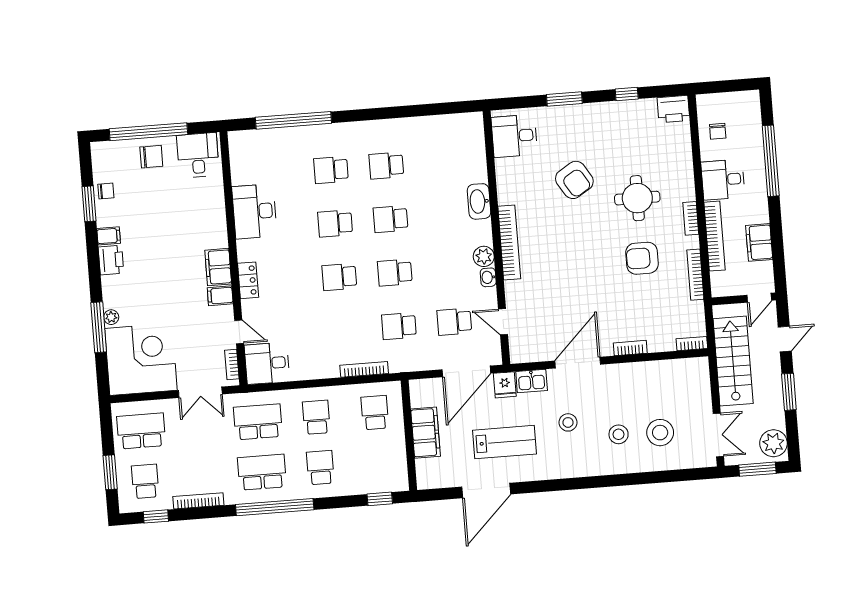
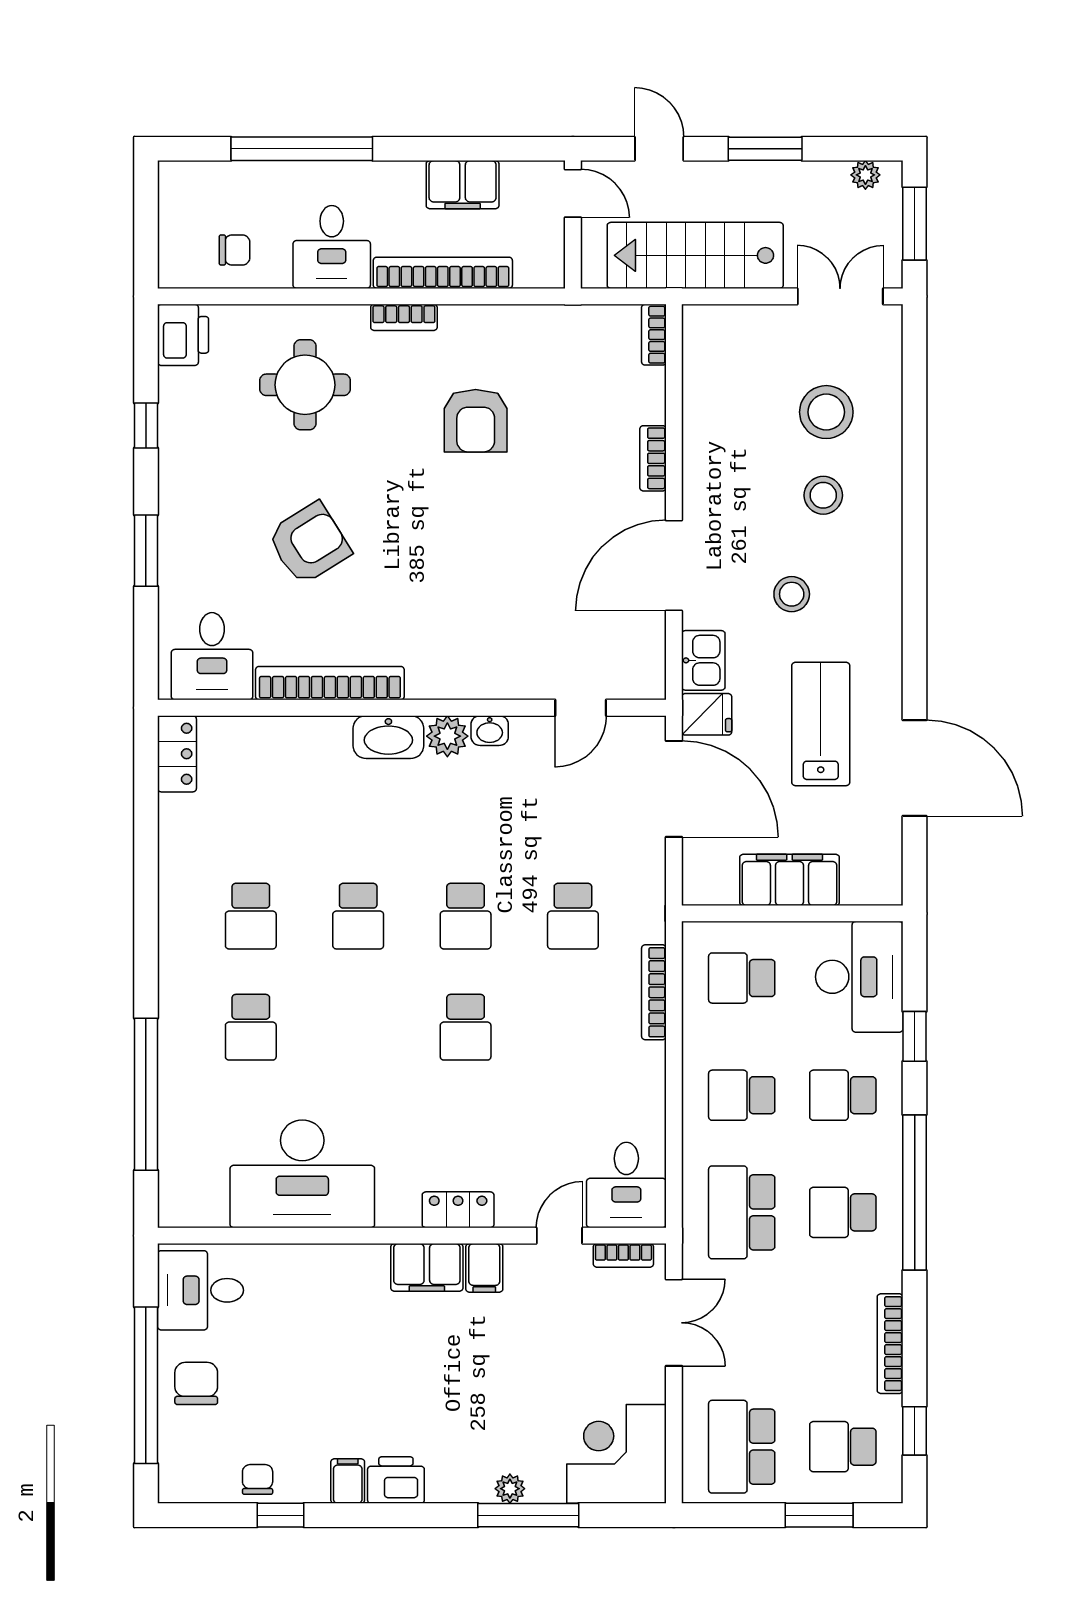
locker: (464, 122) -> (177, 754), added
round table: (637, 198) -> (305, 385), moved
washbasin: (479, 201) -> (388, 737), moved
window: (89, 204) -> (280, 1515), width x0.67
desk: (254, 211) -> (302, 1174), width x1.36, depth x1.30
school desk: (335, 223) -> (358, 1027), removed
bookcase: (509, 242) -> (330, 683), moved
bookcase: (695, 275) -> (517, 317), removed
school desk: (454, 322) -> (573, 805), removed
corner desk: (141, 359) -> (617, 1454), width x0.74, depth x0.74
door: (578, 363) -> (674, 565), hinge flipped
plant: (773, 443) -> (865, 175), width x0.53, depth x0.53
desk: (380, 471) -> (859, 977), added
school desk: (262, 472) -> (843, 1212), width x0.54
window: (380, 499) -> (915, 1036), moved

